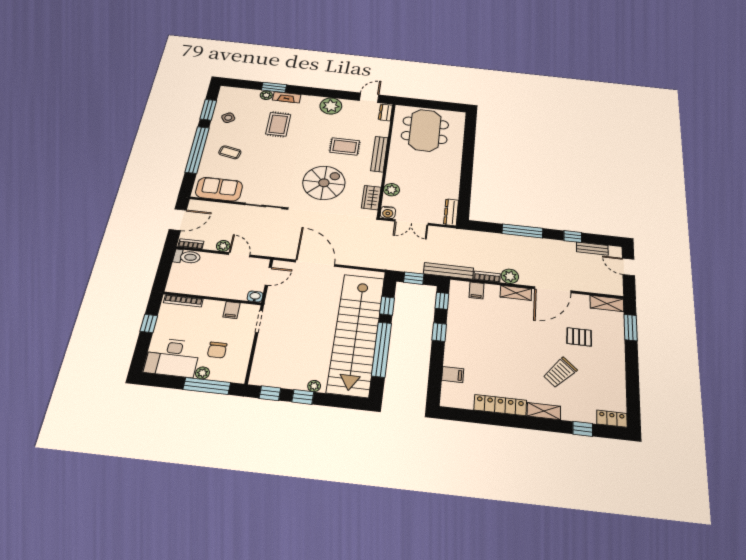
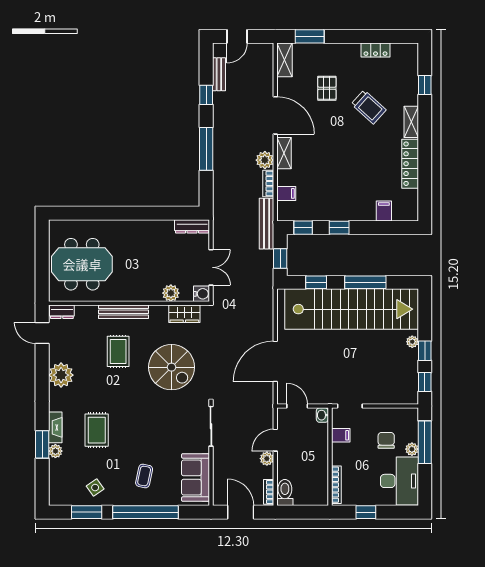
rug: (278, 124) -> (97, 430), turned 90
spiral stairs: (324, 183) -> (172, 367), turned 180
window: (382, 349) -> (365, 282), width x0.68
chair: (217, 350) -> (386, 440), turned -90
locker: (612, 419) -> (375, 50), moved, turned -90

